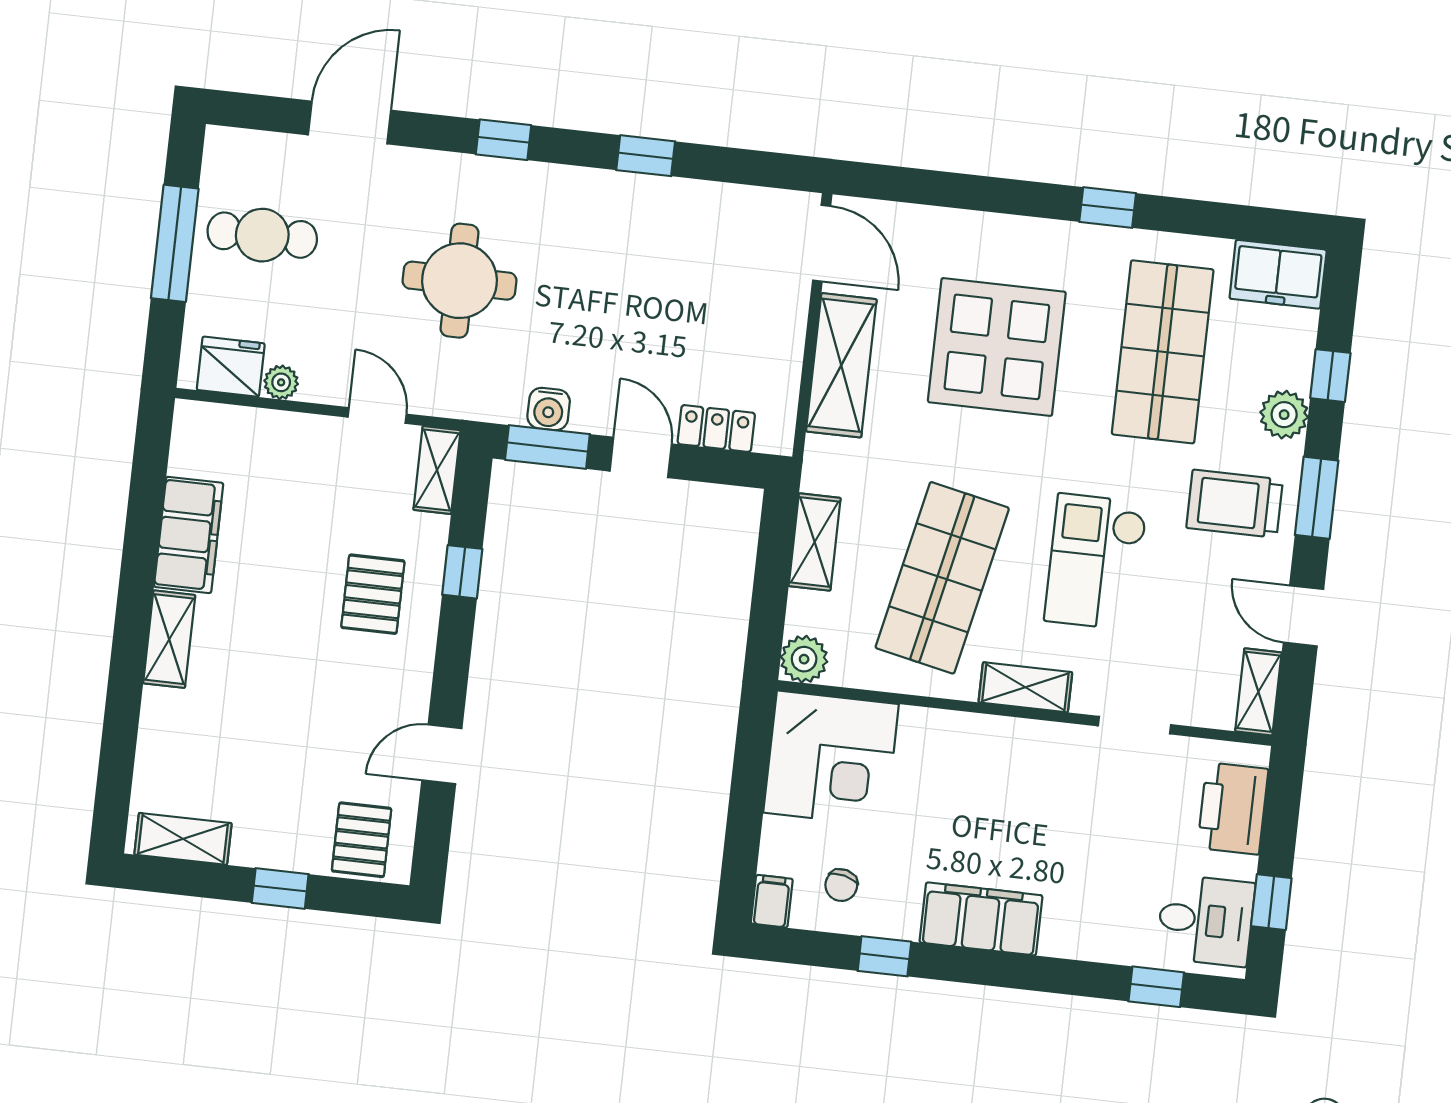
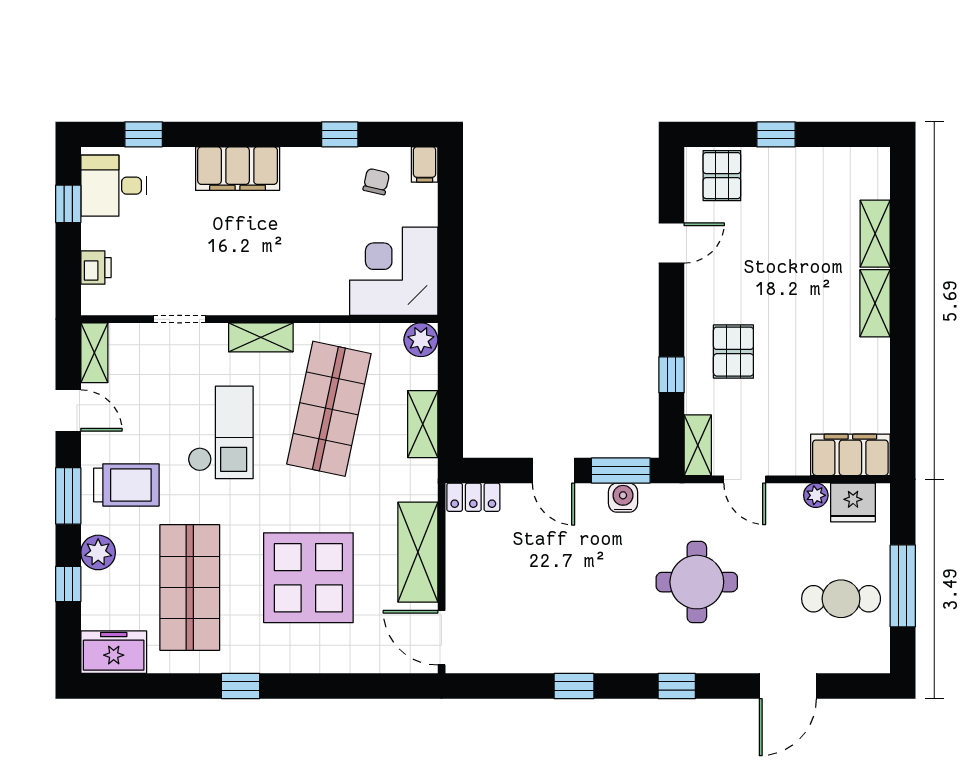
locker: (716, 428) -> (473, 497), moved
filing cabinet: (189, 535) -> (850, 455), moved, turned 90
printer: (1233, 808) -> (96, 268), width x0.53, depth x0.68
shelving: (183, 839) -> (875, 234), moved, turned 90
filing cabinet: (981, 919) -> (238, 169), moved

